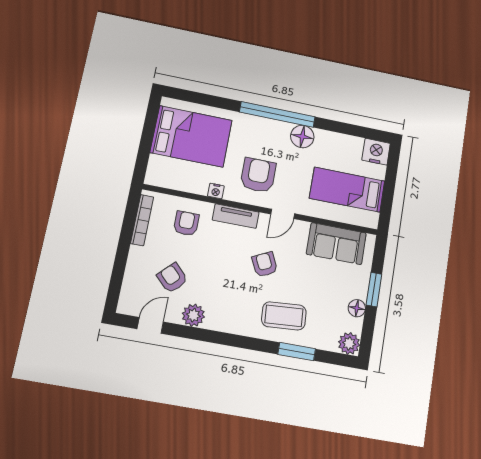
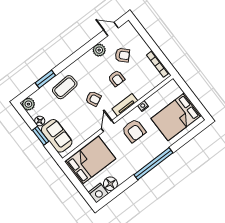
floor lamp: (302, 137) -> (110, 184), moved
bed: (347, 190) -> (90, 160), width x1.50
armchair: (186, 223) -> (116, 78), moved
sofa: (336, 244) -> (57, 136), moved, turned 90
door: (150, 325) -> (111, 29), swing flipped

